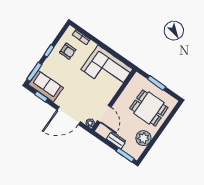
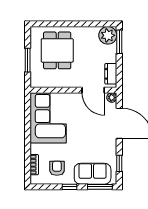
sofa: (46, 86) -> (93, 174), moved, turned 90
door: (104, 114) -> (93, 90), swing flipped
plant: (143, 138) -> (108, 35), moved
dresser: (116, 140) -> (111, 74), moved

